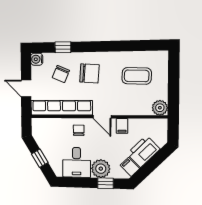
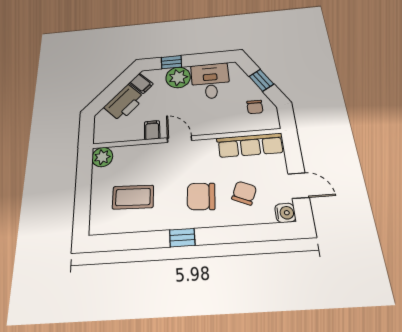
window: (63, 47) -> (182, 238), moved
door: (26, 88) -> (299, 185), moved
row of seats: (61, 108) -> (250, 145), width x0.73
chair: (79, 130) -> (255, 107), moved

